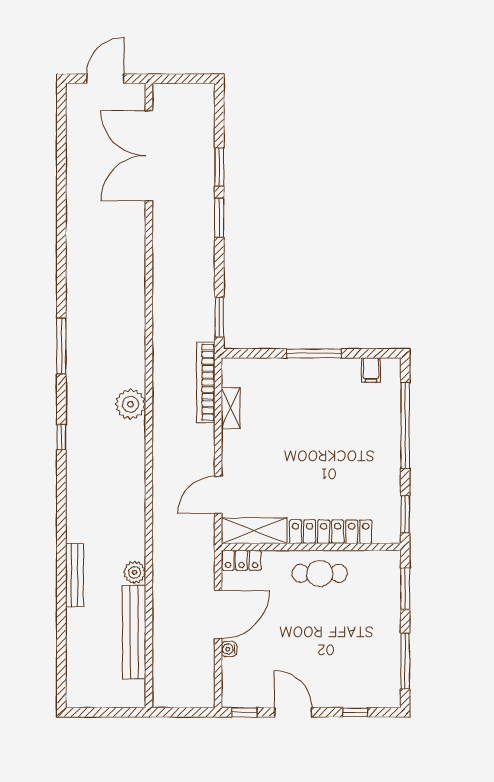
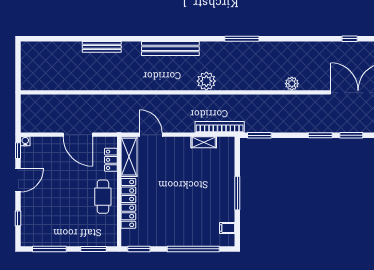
window: (61, 437) -> (350, 39), moved
locker: (242, 560) -> (111, 160), moved
plant: (135, 572) -> (292, 84), moved
bench: (134, 632) -> (170, 49), moved
water cooler: (229, 649) -> (25, 141), moved

